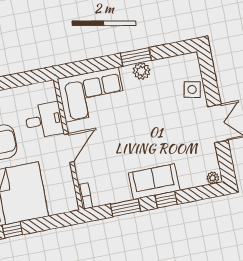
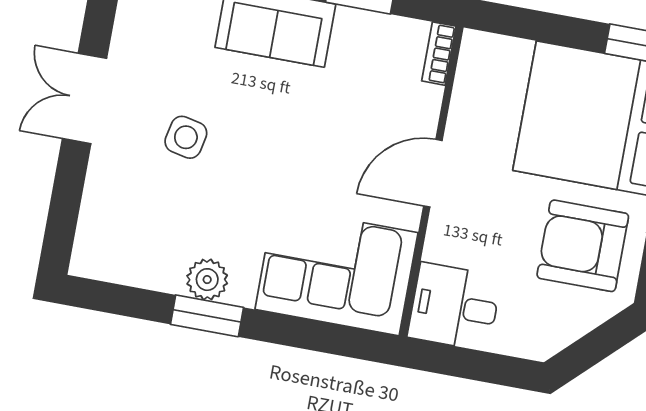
side table: (192, 90) -> (186, 137), moved
desk: (44, 120) -> (454, 307), moved

